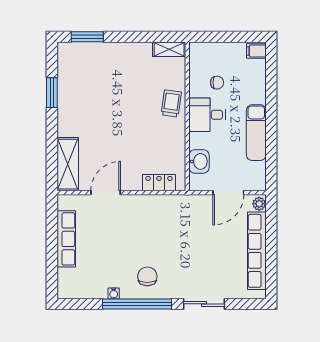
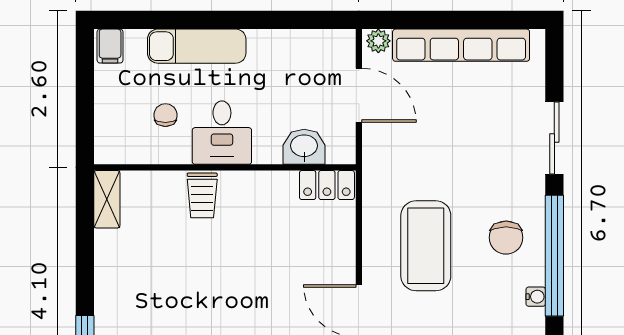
trolley: (171, 103) -> (202, 195), turned -98
exam couch: (256, 133) -> (197, 46), moved
locker: (159, 183) -> (327, 185), moved, turned -90
coffee table: (143, 231) -> (426, 246), added
chair: (147, 276) -> (506, 238), turned -90

